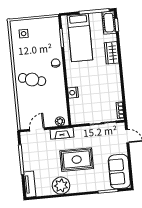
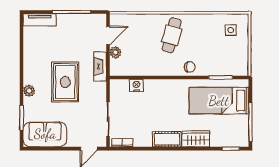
cot: (109, 23) -> (167, 139), moved
nightstand: (73, 93) -> (136, 85), moved
plant: (60, 121) -> (115, 52), moved
door: (37, 129) -> (108, 36), hinge flipped
plant: (61, 186) -> (29, 91), moved, width x0.53, depth x0.53

